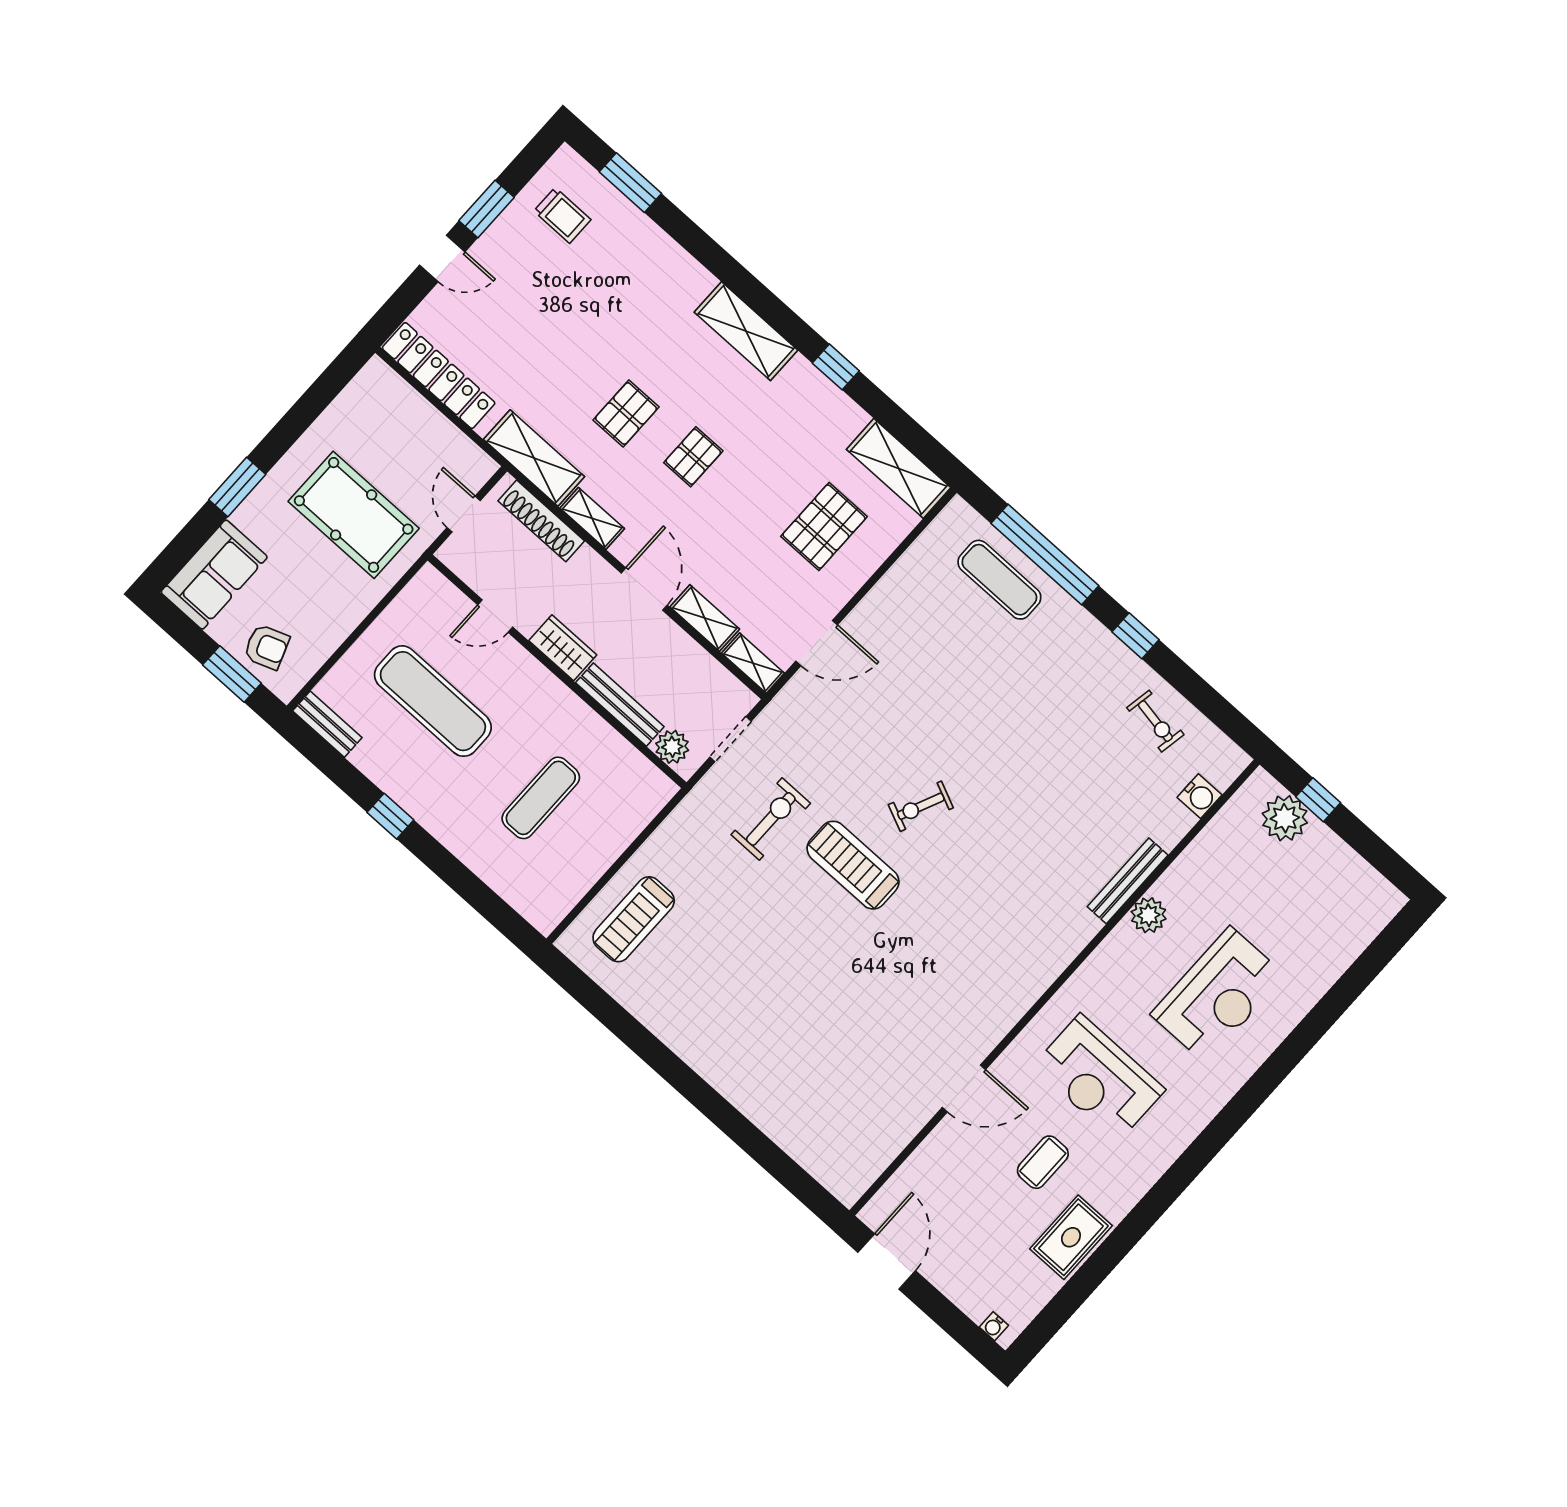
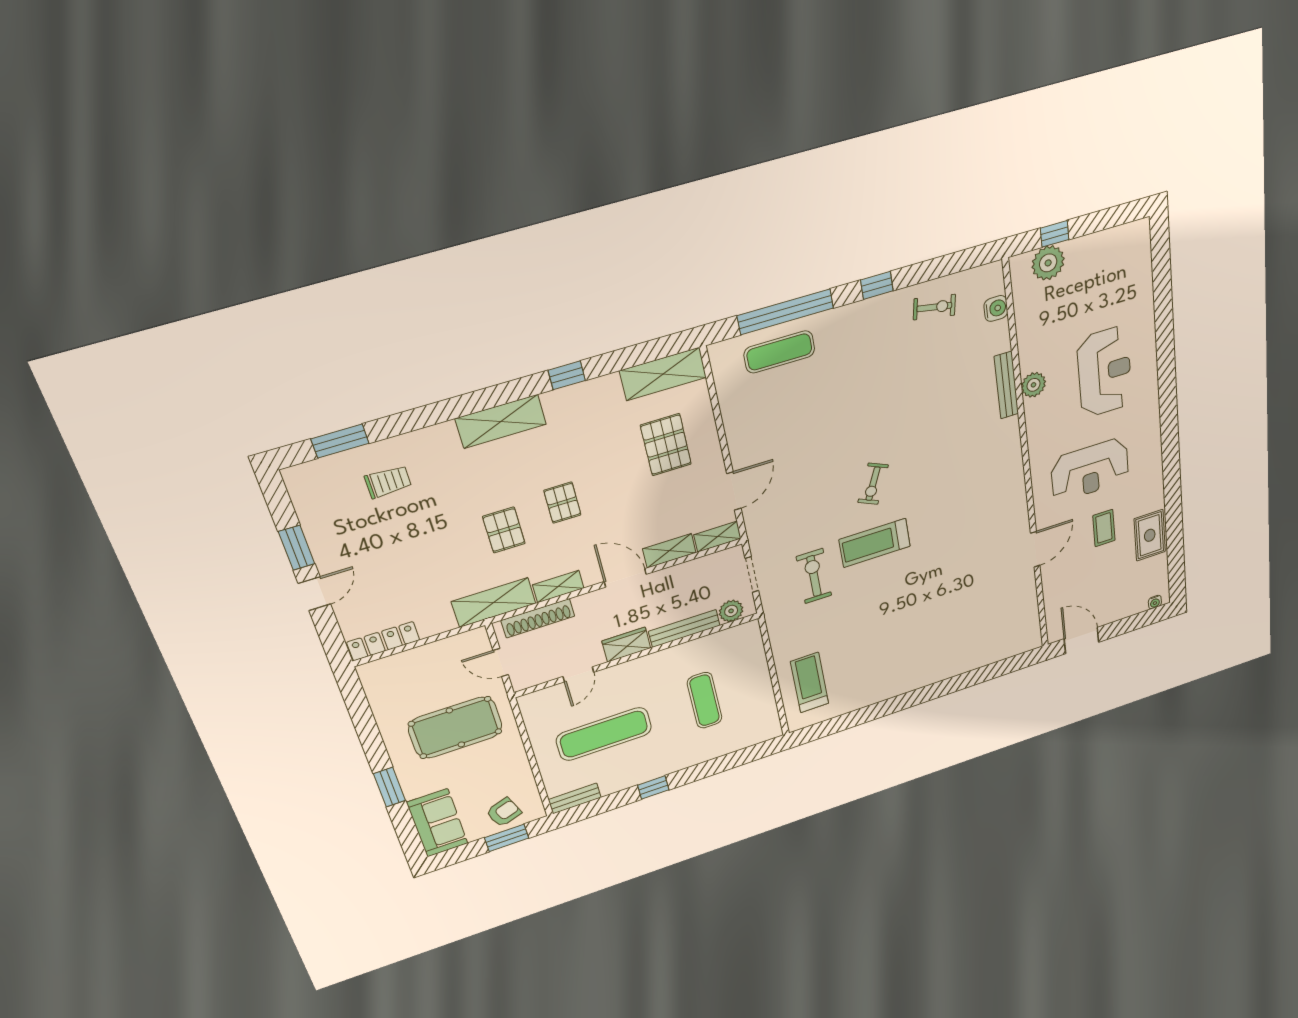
trolley: (562, 215) -> (388, 482), moved
locker: (439, 376) -> (383, 641), width x0.71, depth x0.83
treadmill: (634, 919) -> (810, 683), turned 180

